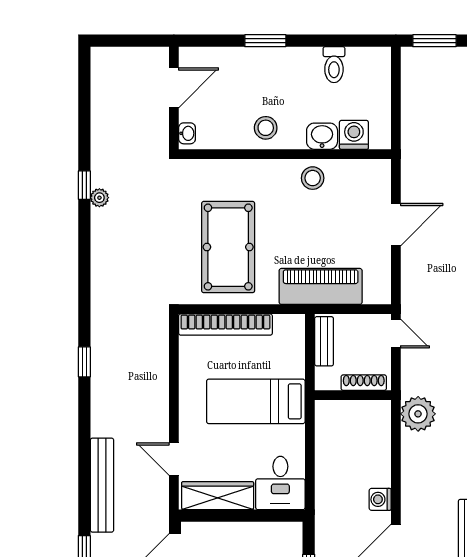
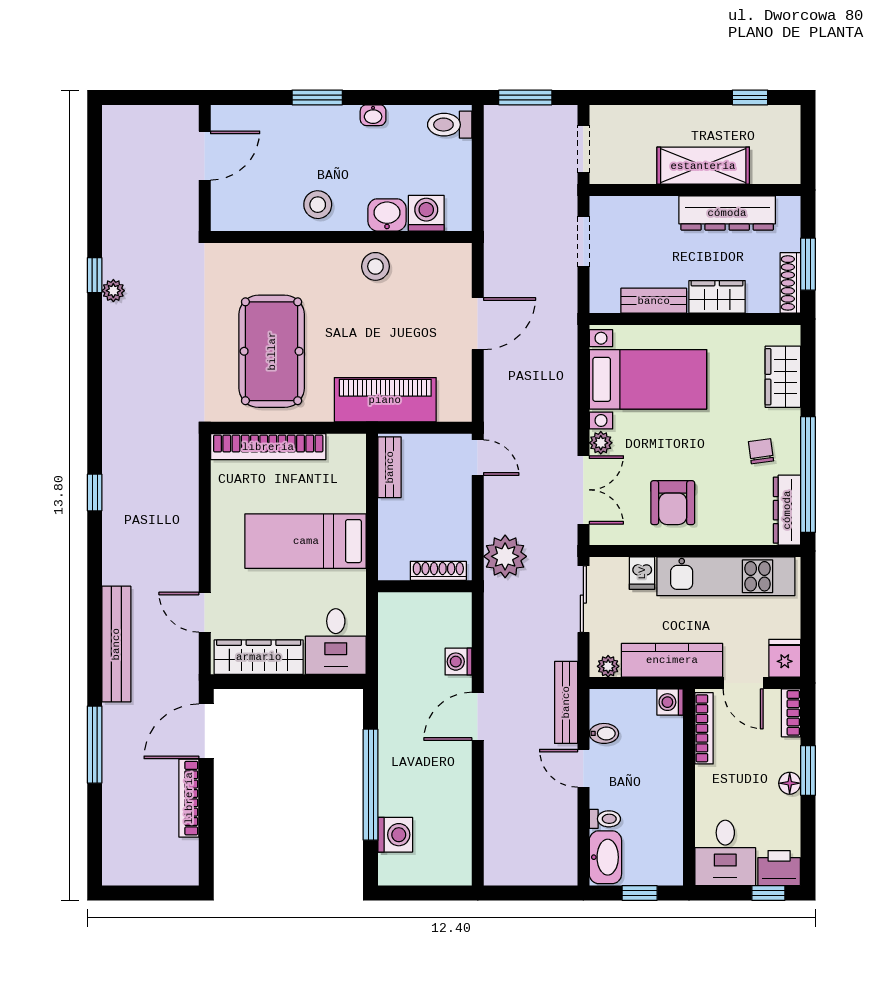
toilet: (334, 65) -> (450, 125), moved, turned 90
washbasin: (187, 133) -> (373, 115), moved, turned 90
shoe rack: (364, 383) -> (438, 571), moved
wall: (353, 395) -> (425, 586), moved

